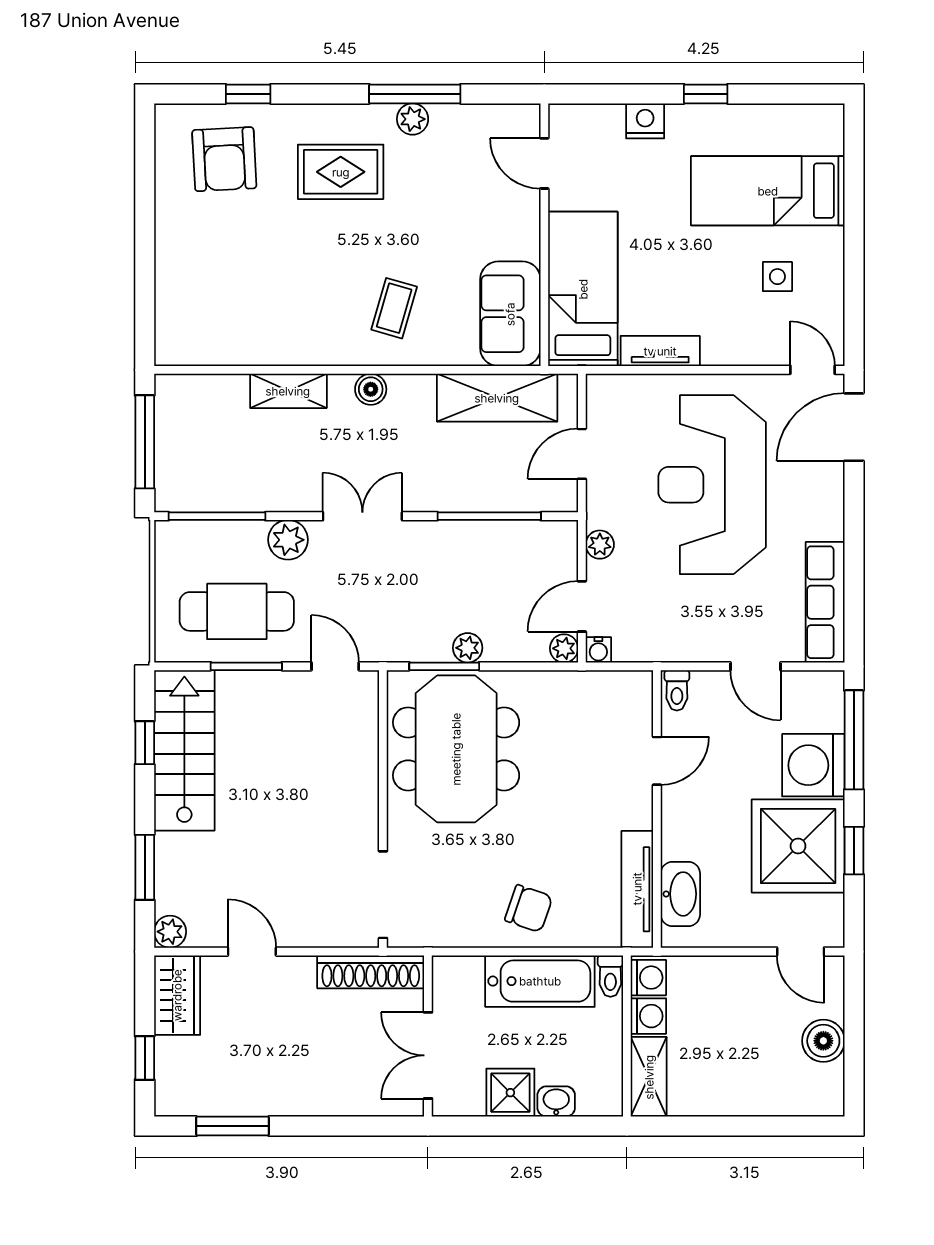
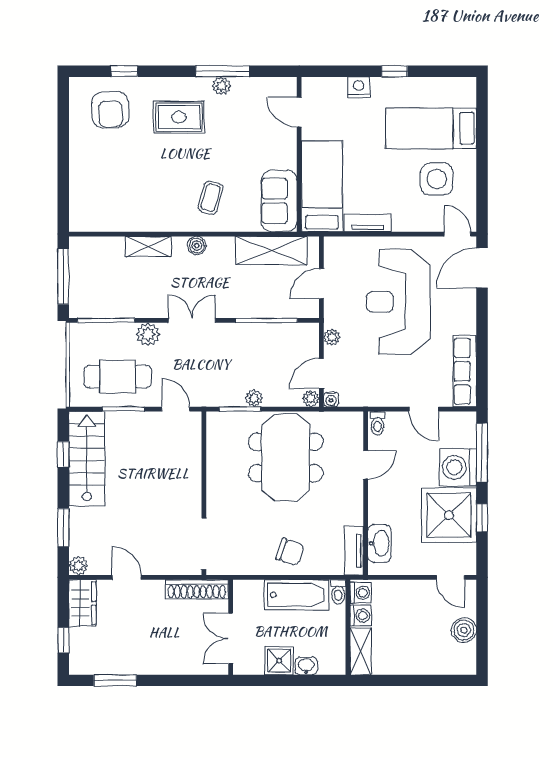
side table: (777, 277) -> (437, 179), width x1.87, depth x1.87
meeting table: (456, 749) -> (286, 458), moved
tv unit: (637, 889) -> (354, 551), width x0.71

